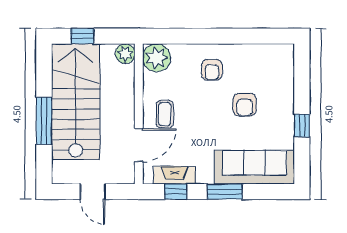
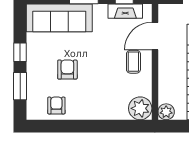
armchair: (212, 70) -> (56, 105), moved
window: (302, 85) -> (20, 86), added

